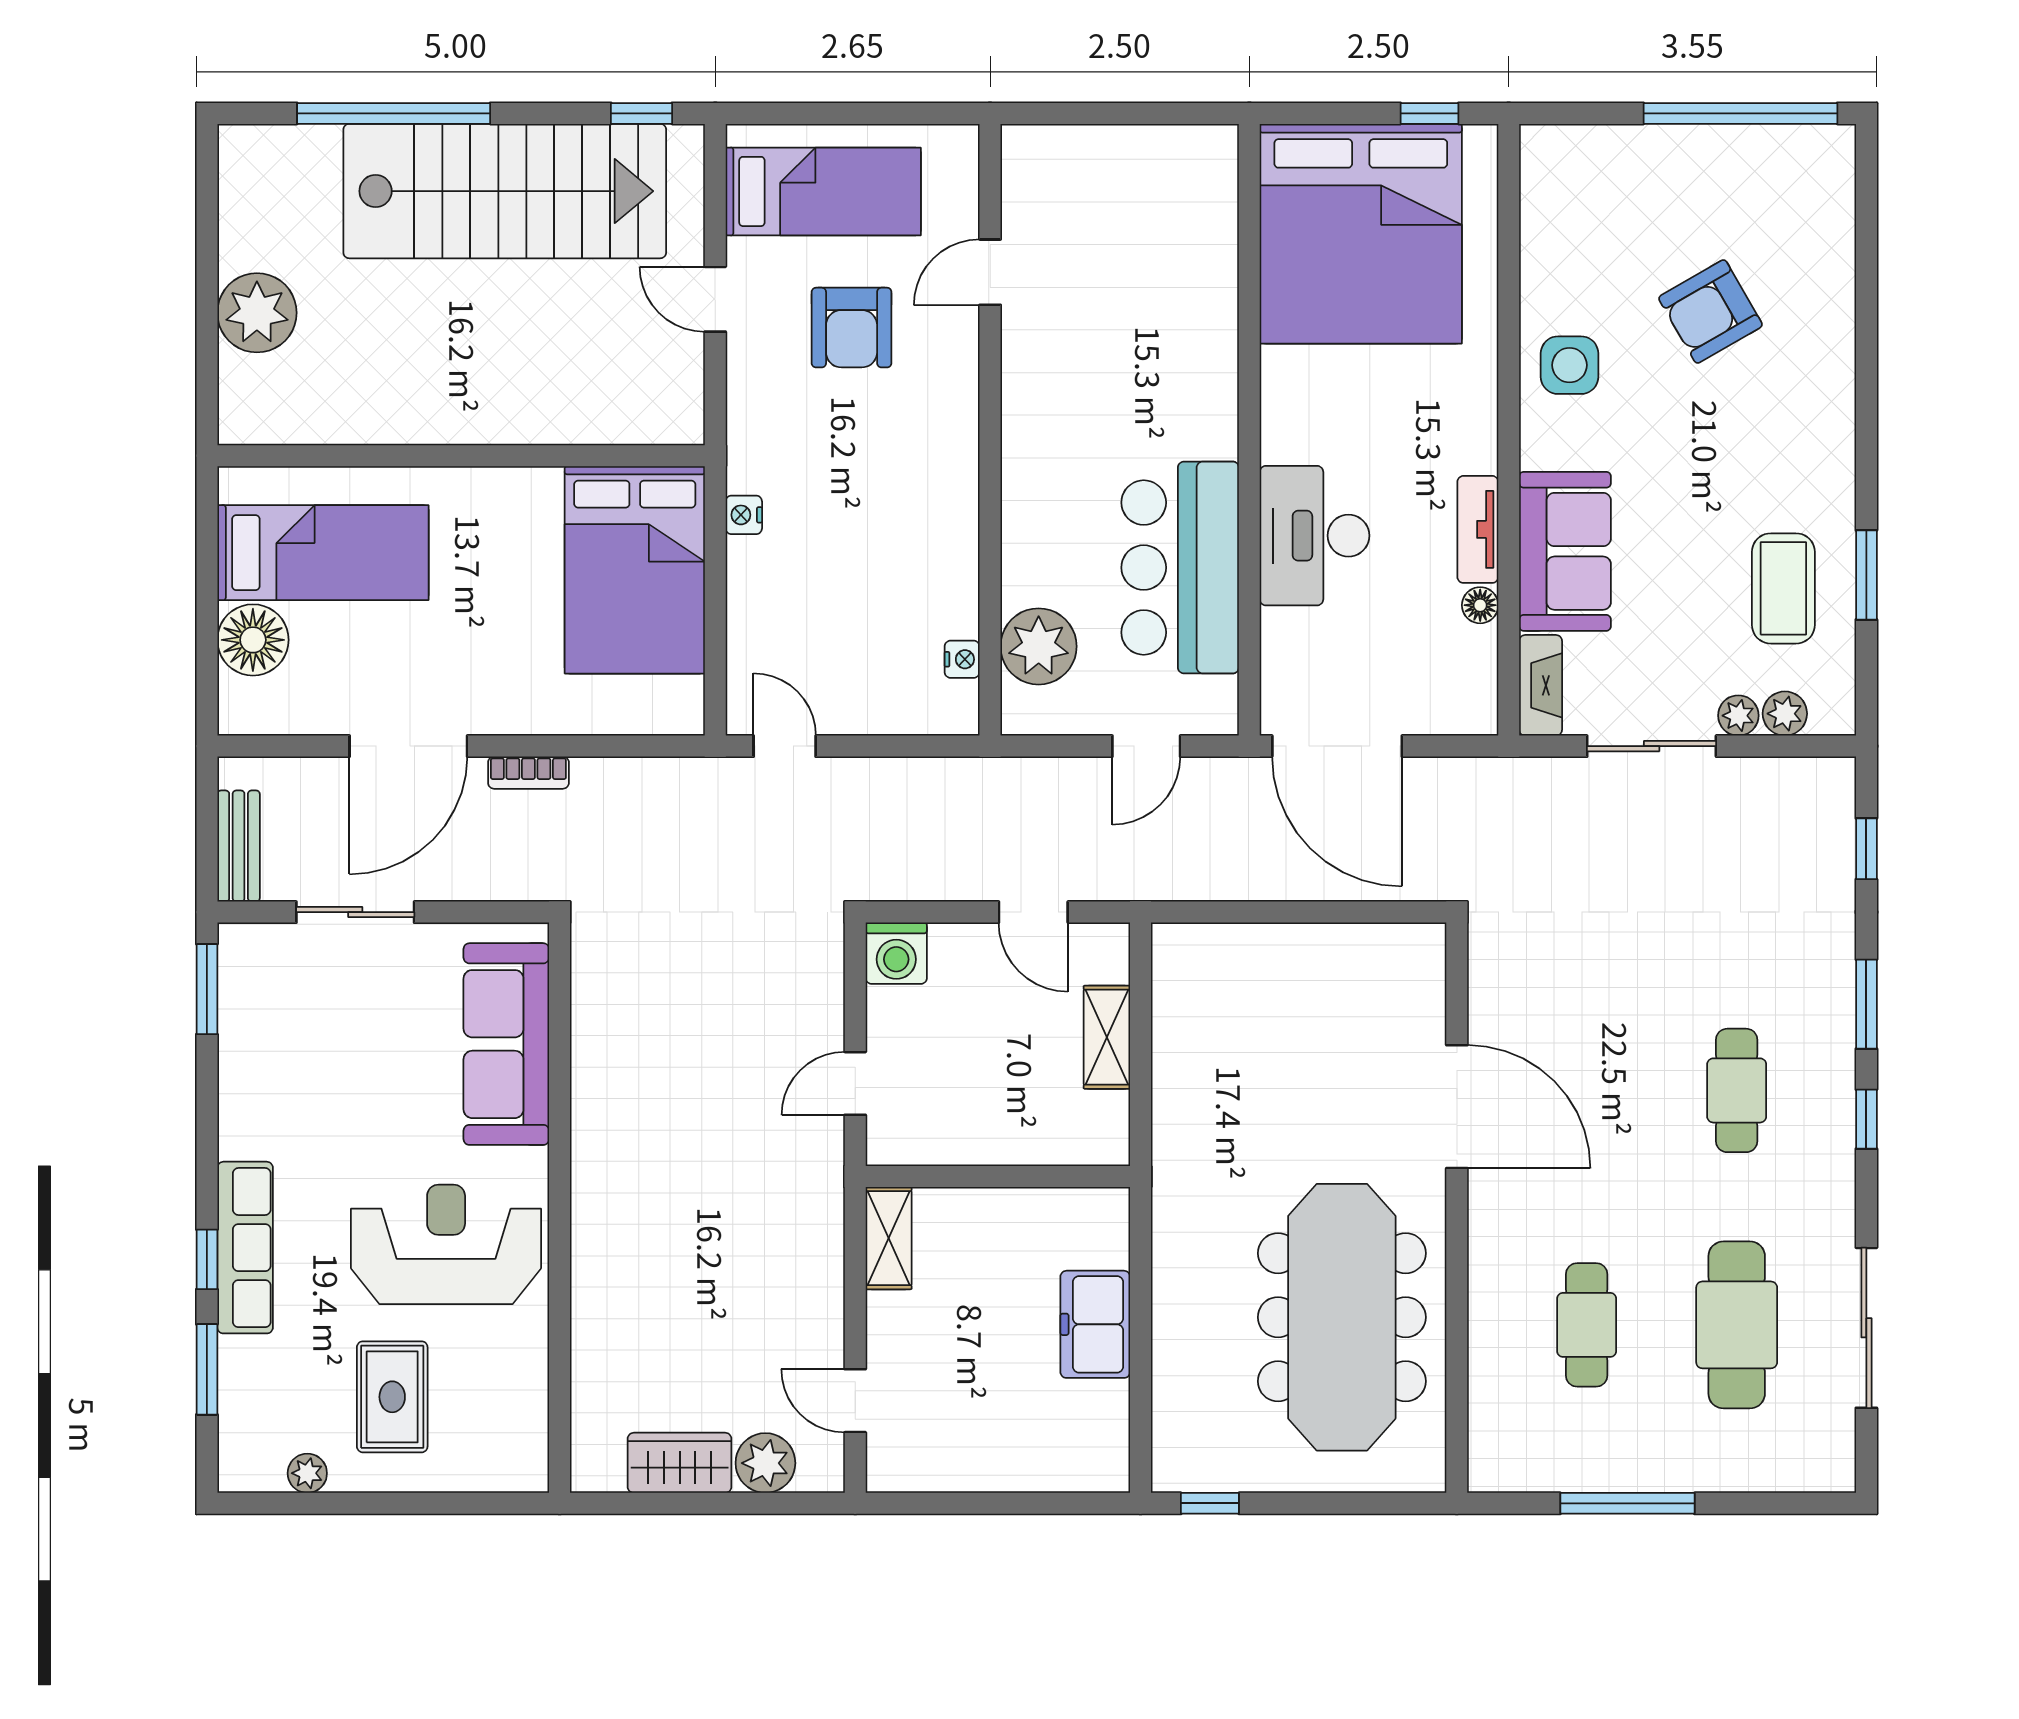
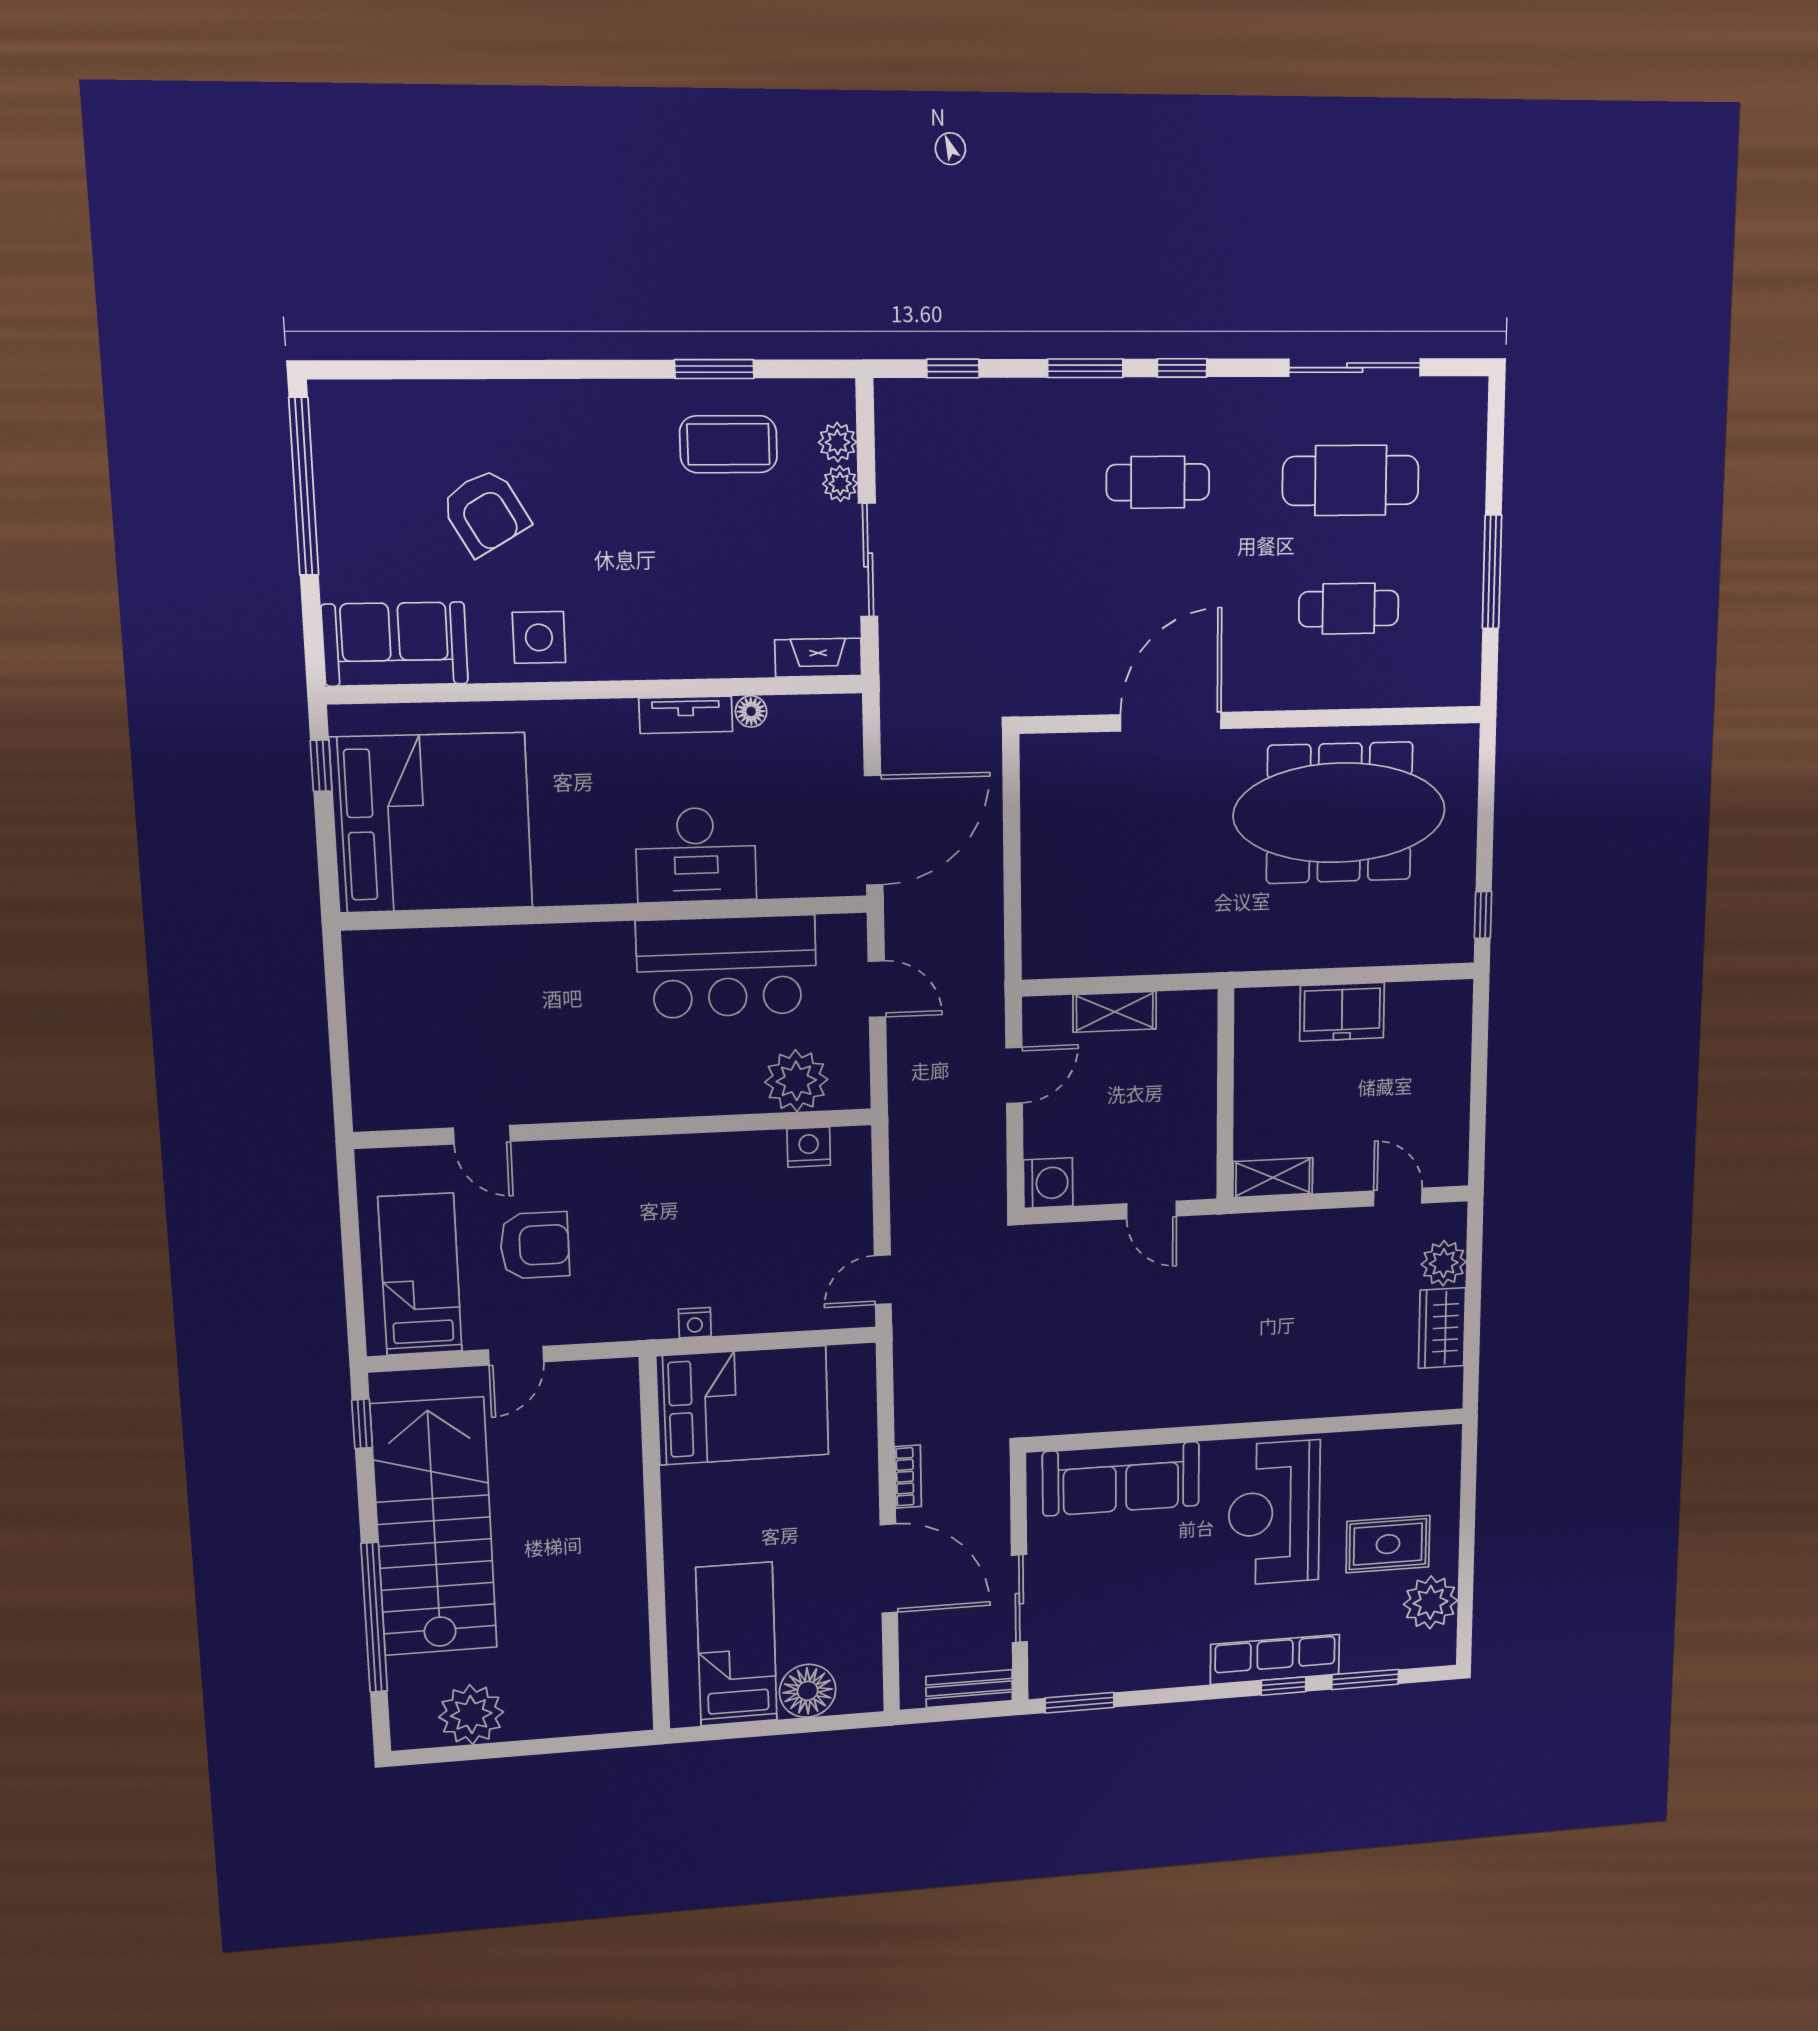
plant: (257, 313) -> (471, 1715), moved
sofa: (1565, 551) -> (395, 644), moved
nightstand: (962, 659) -> (809, 1147), width x1.39, depth x1.35
door: (855, 1401) -> (1398, 1197), swing flipped
plant: (307, 1473) -> (1431, 1602), width x1.87, depth x1.87

